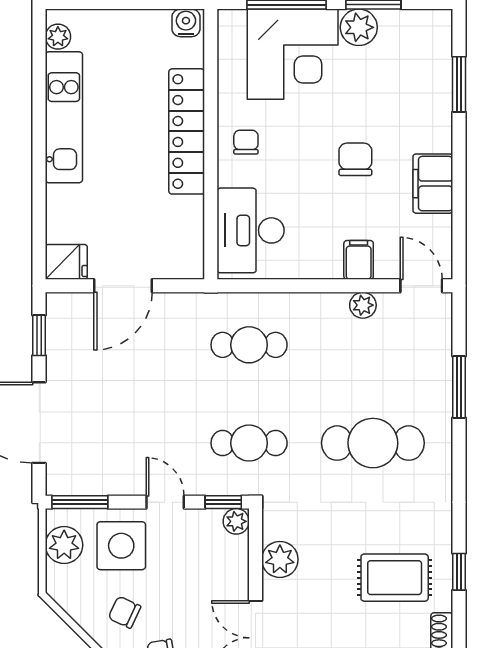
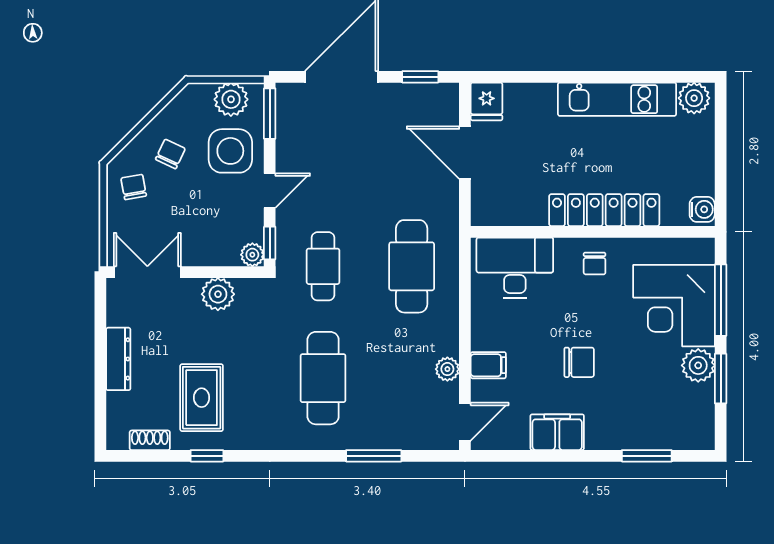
plant: (58, 37) -> (694, 98), width x1.38, depth x1.38
chair: (246, 142) -> (595, 264), turned 90
cafe table: (249, 345) -> (412, 266), width x1.37, depth x1.35

